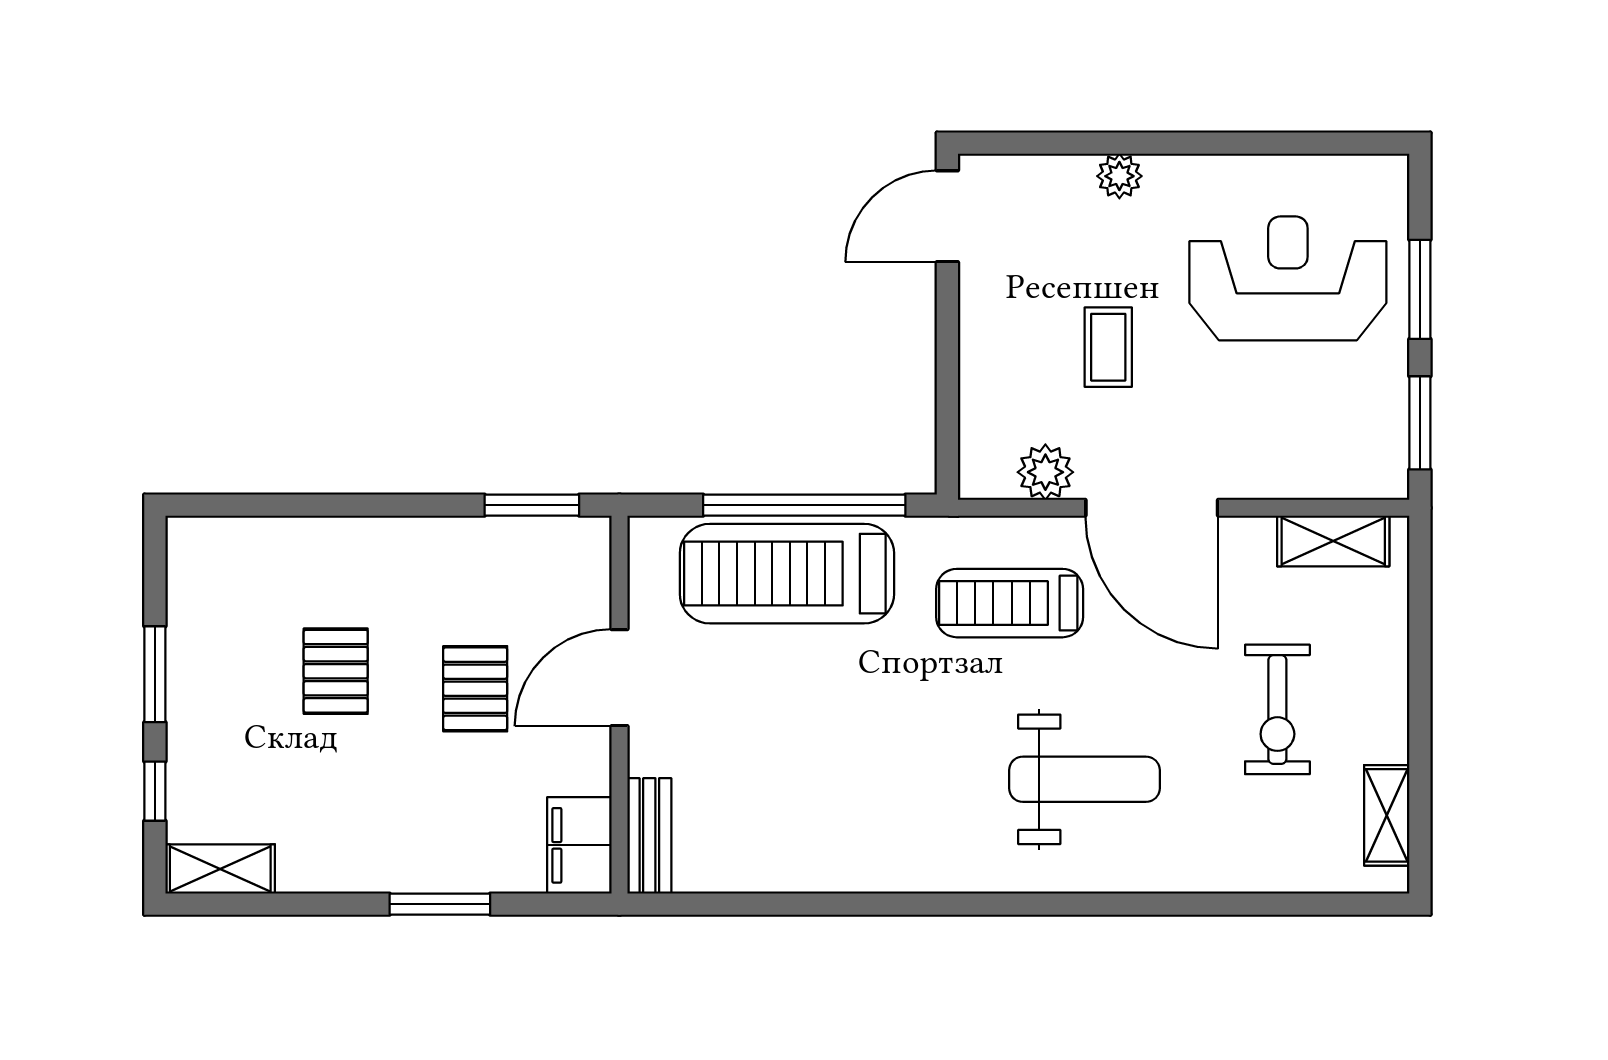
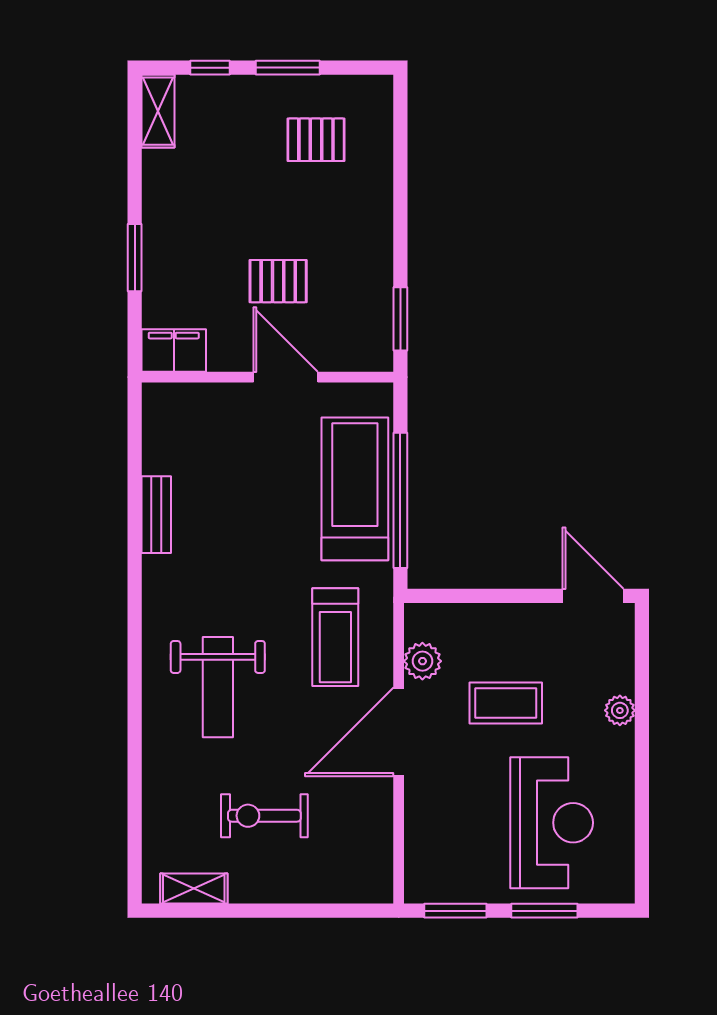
coffee table: (1108, 347) -> (506, 703), width x1.36, depth x1.30
shelving: (1333, 541) -> (377, 853), removed
treadmill: (1010, 603) -> (335, 637), turned 180
pallet: (336, 671) -> (316, 140), moved
bench: (649, 836) -> (156, 515), moved, turned 90

